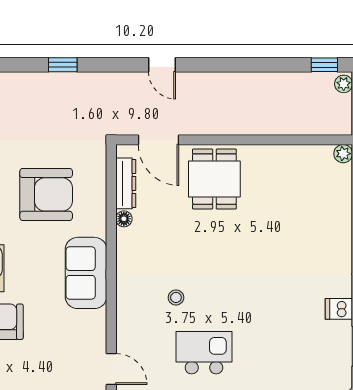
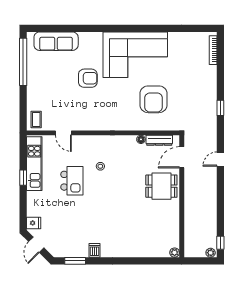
sofa: (86, 273) -> (113, 120), removed
door: (111, 369) -> (63, 133), hinge flipped

